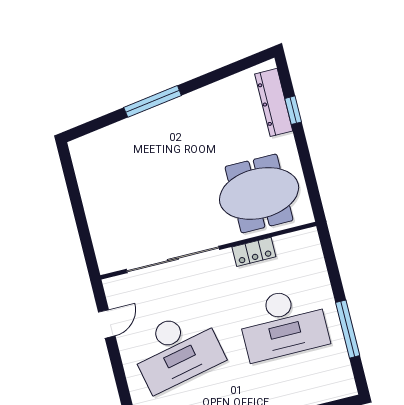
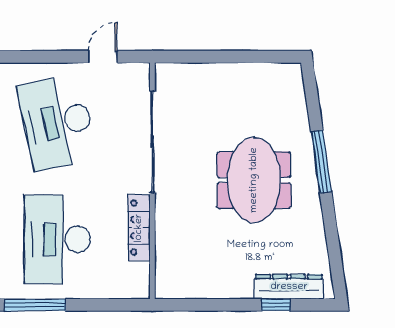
meeting table: (259, 193) -> (254, 180), moved
locker: (254, 252) -> (139, 228), width x1.53
door: (107, 324) -> (103, 57), swing flipped

